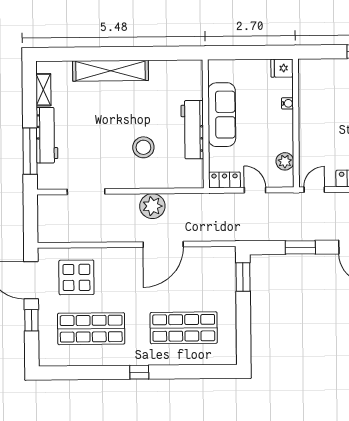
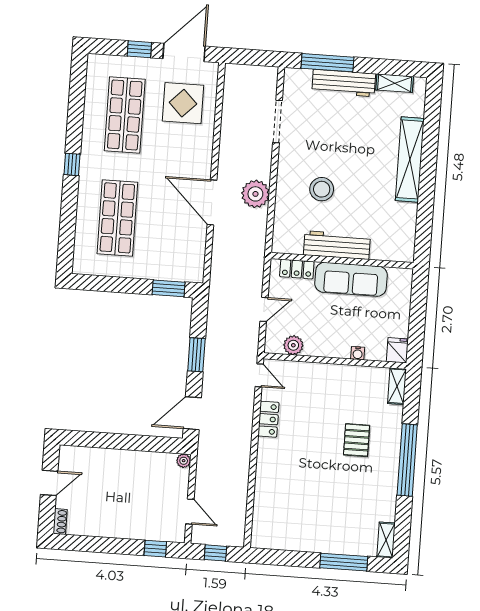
shelving: (314, 66) -> (397, 386), added
locker: (225, 180) -> (297, 269), moved, turned 90

